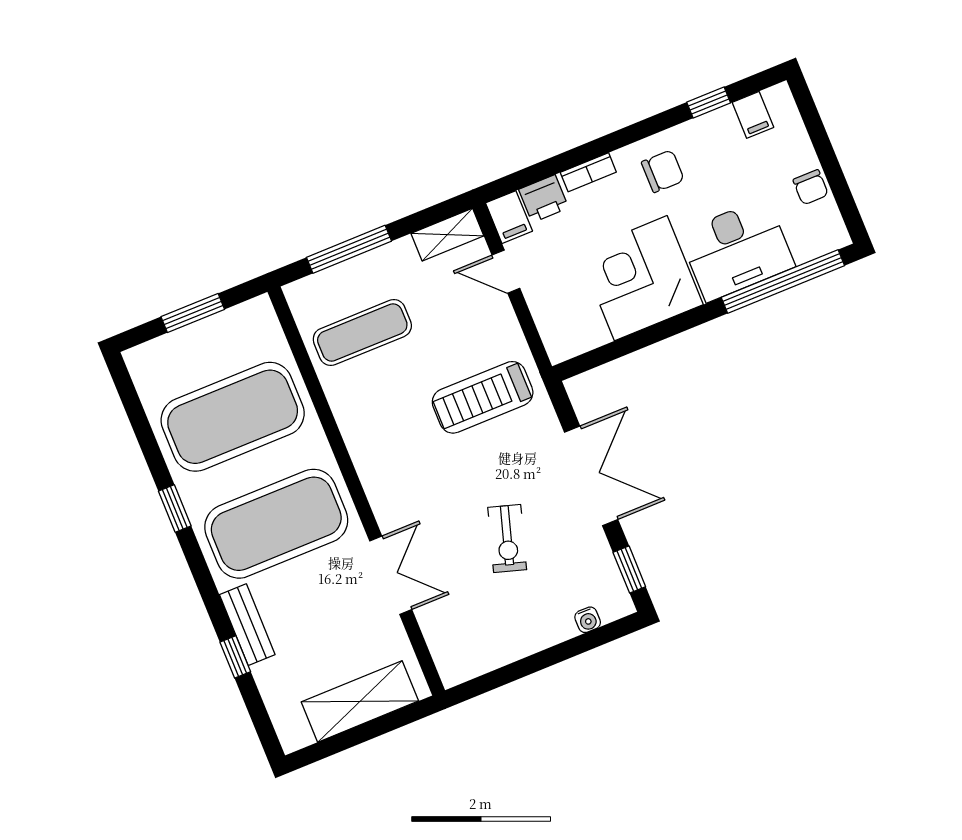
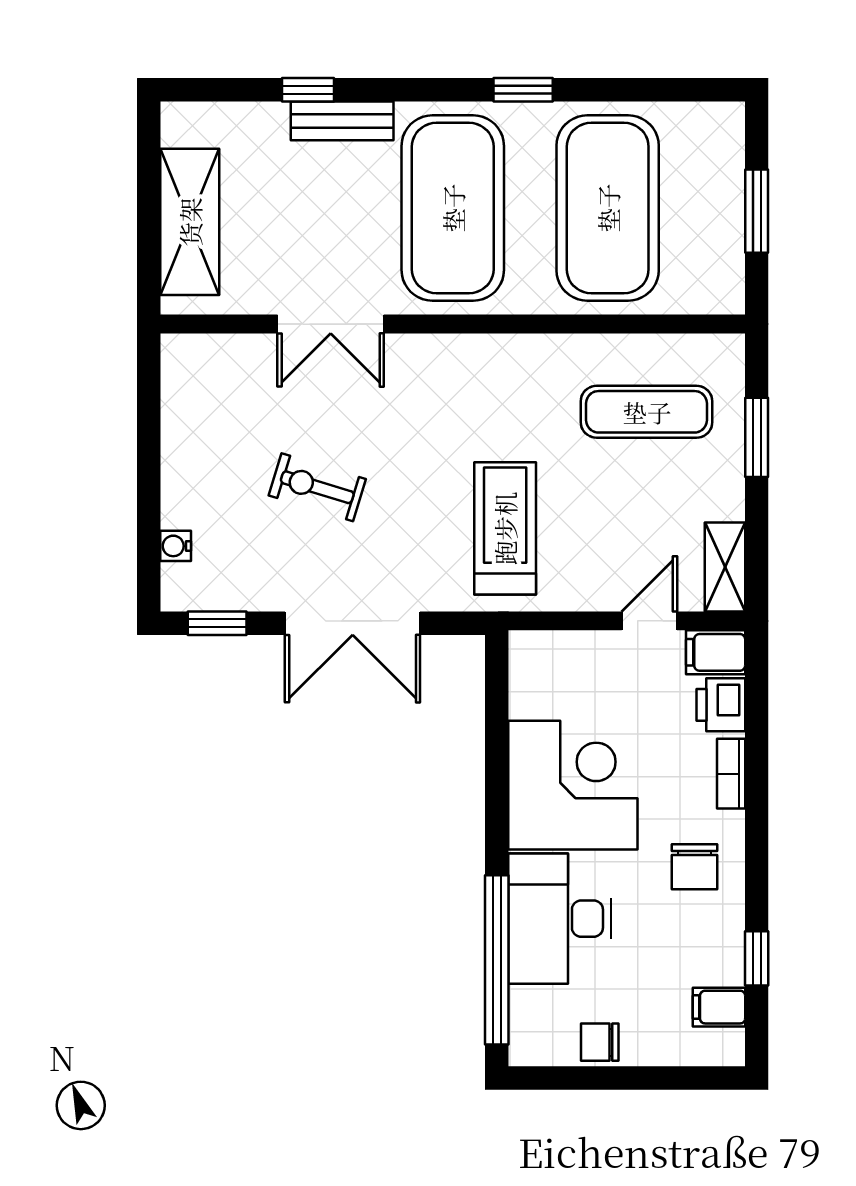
window: (349, 249) -> (757, 437), width x0.69
exercise mat: (362, 333) -> (647, 412), turned 90

